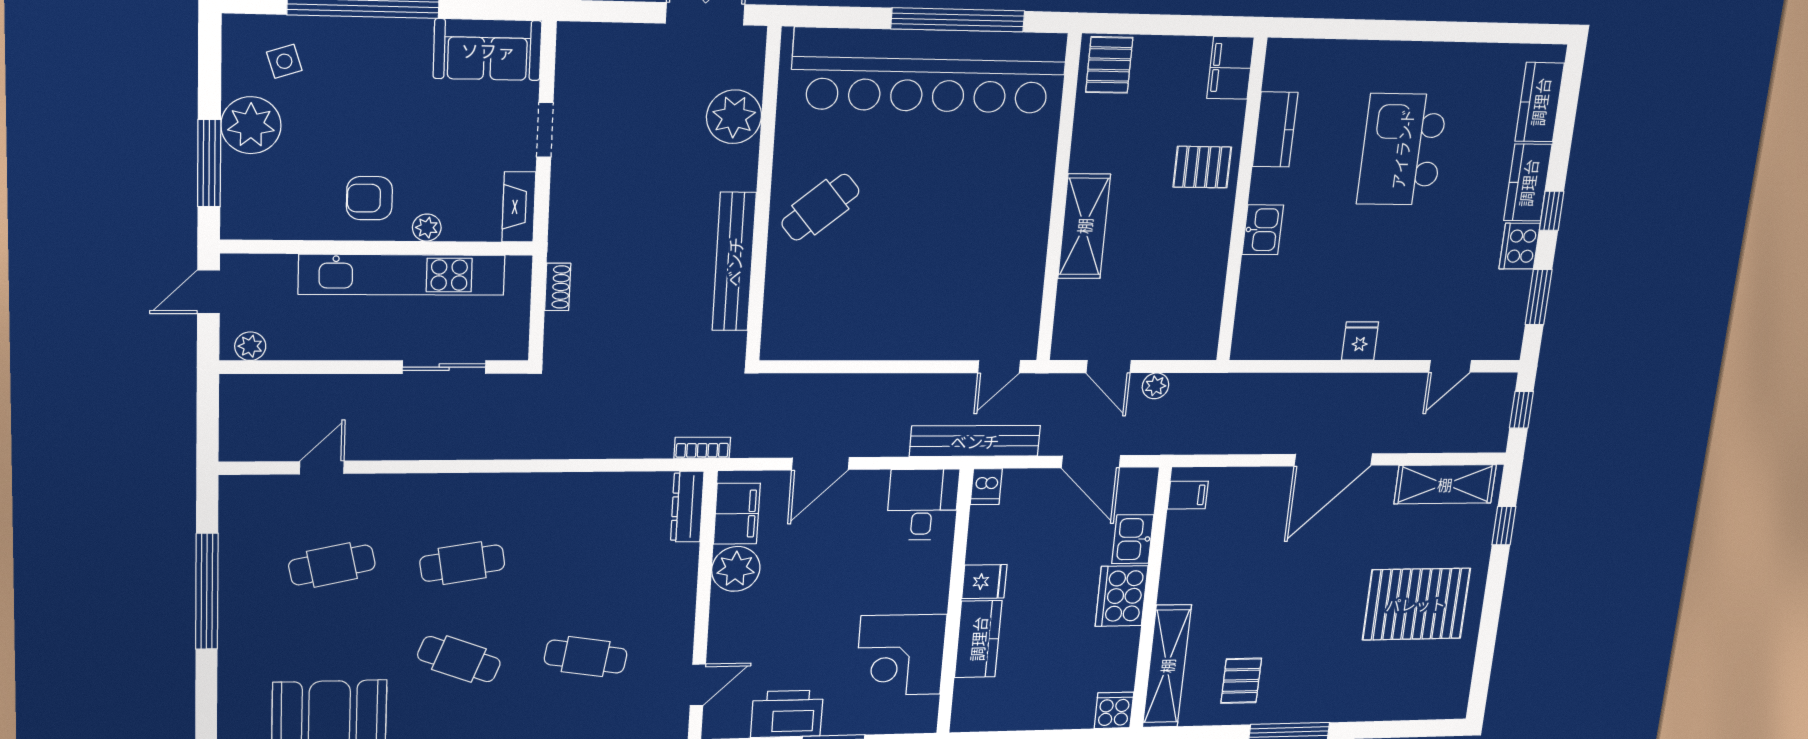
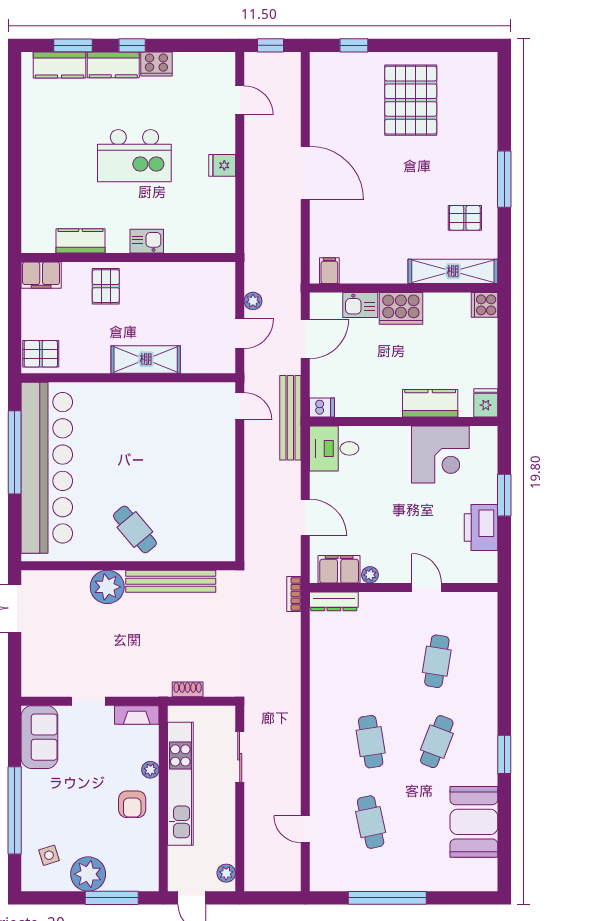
plant: (734, 117) -> (107, 587), moved
kitchen island: (1402, 149) -> (134, 156), moved
window: (1539, 297) -> (73, 45), moved
shelving: (1445, 484) -> (323, 92), removed
plant: (736, 569) -> (370, 575), width x0.53, depth x0.53
fridge: (984, 582) -> (486, 403), moved
door: (698, 685) -> (427, 588), moved

